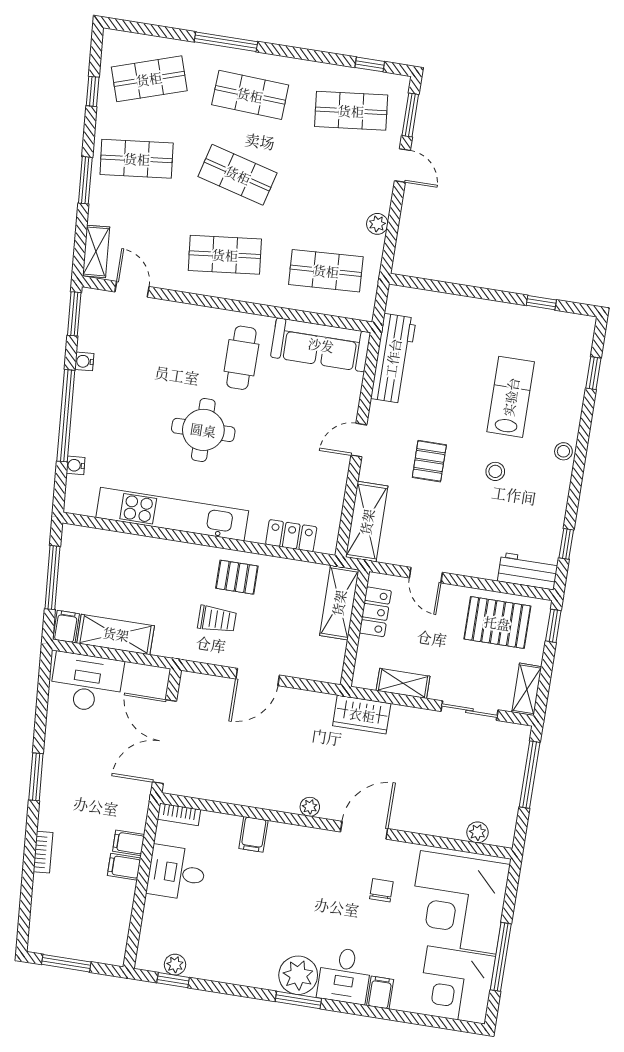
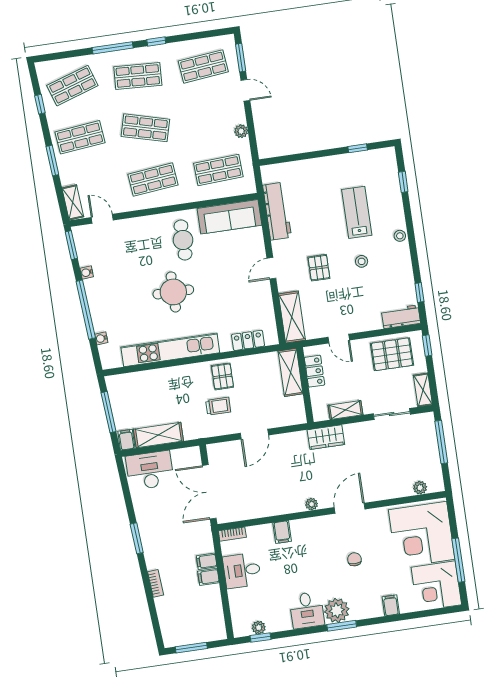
window: (370, 64) -> (156, 41), moved
pallet: (237, 577) -> (222, 376), turned 90
chair: (381, 890) -> (354, 559), moved
desk: (345, 975) -> (307, 610), moved

